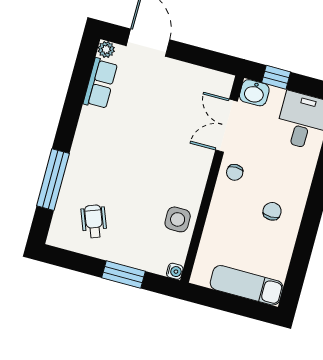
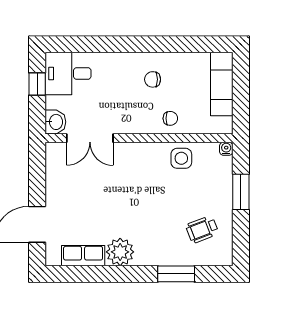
plant: (106, 49) -> (120, 252), moved, width x1.87, depth x1.87
window: (276, 77) -> (37, 84), moved
chair: (235, 172) -> (170, 118), moved
window: (53, 180) -> (176, 274), width x0.69

